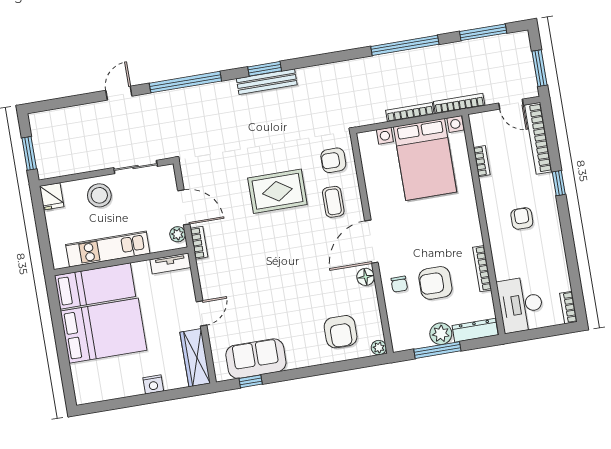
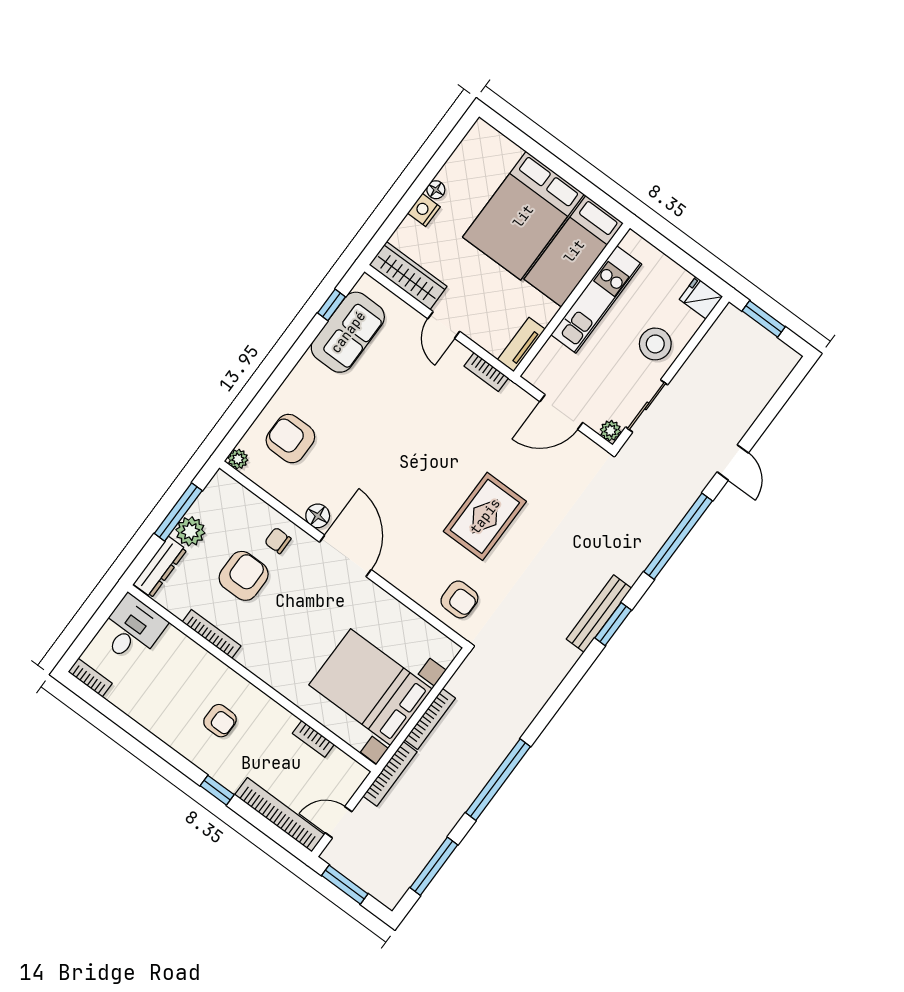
armchair: (333, 160) -> (459, 599), turned 90
coffee table: (333, 202) -> (420, 559), removed
plant: (178, 234) -> (611, 431), moved
bookcase: (199, 243) -> (486, 372), moved
desk: (521, 305) -> (132, 630), width x0.73
floor lamp: (137, 389) -> (436, 190), added

